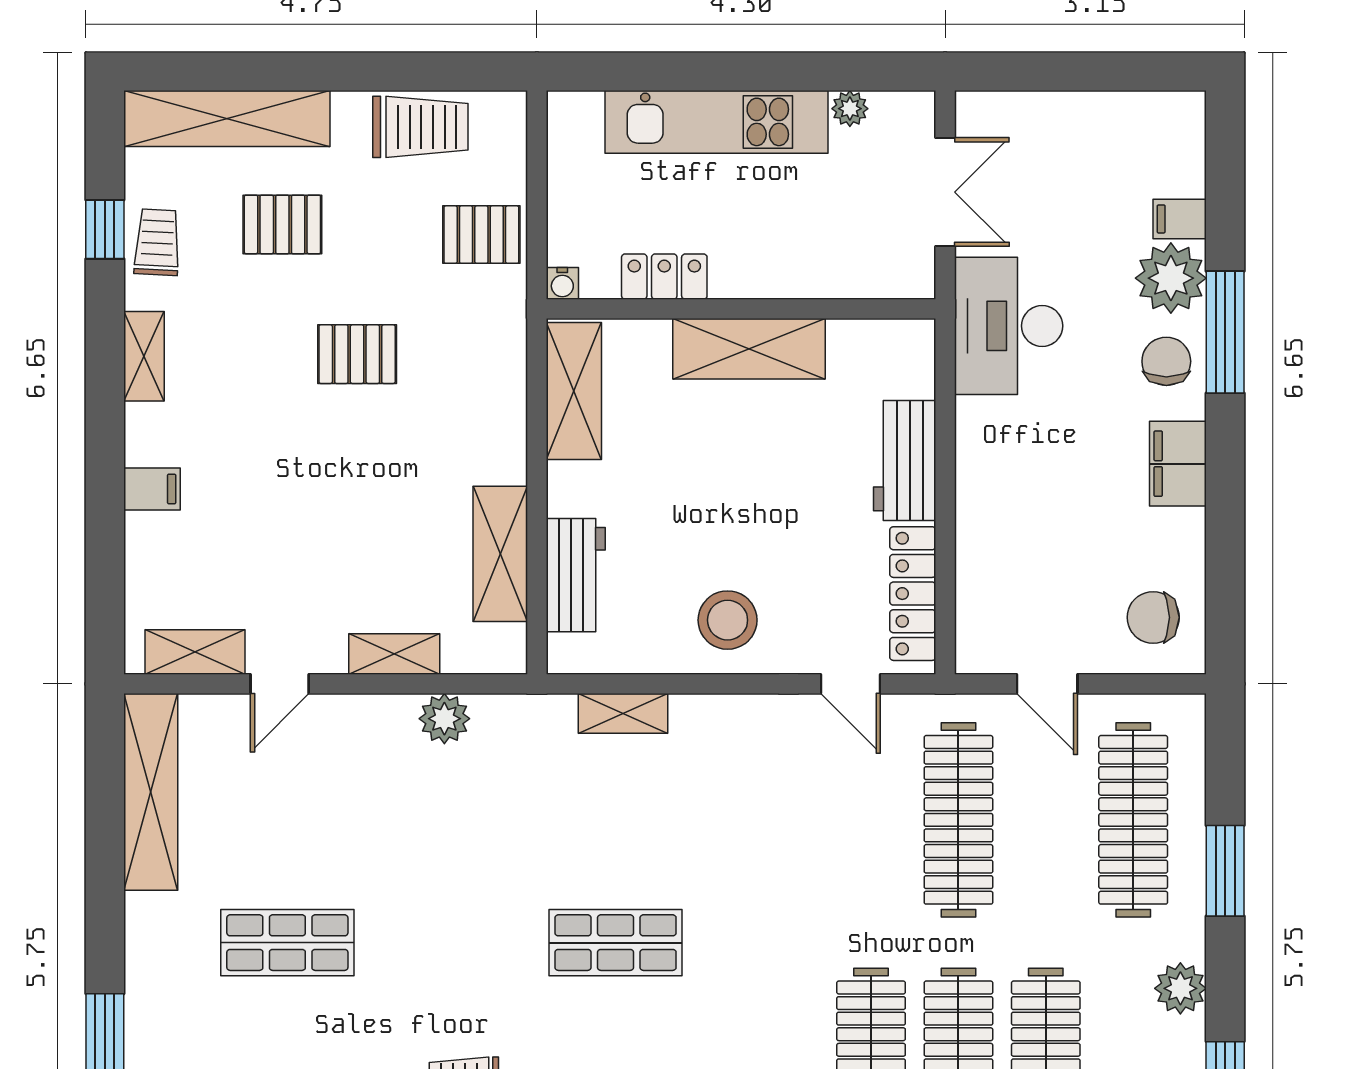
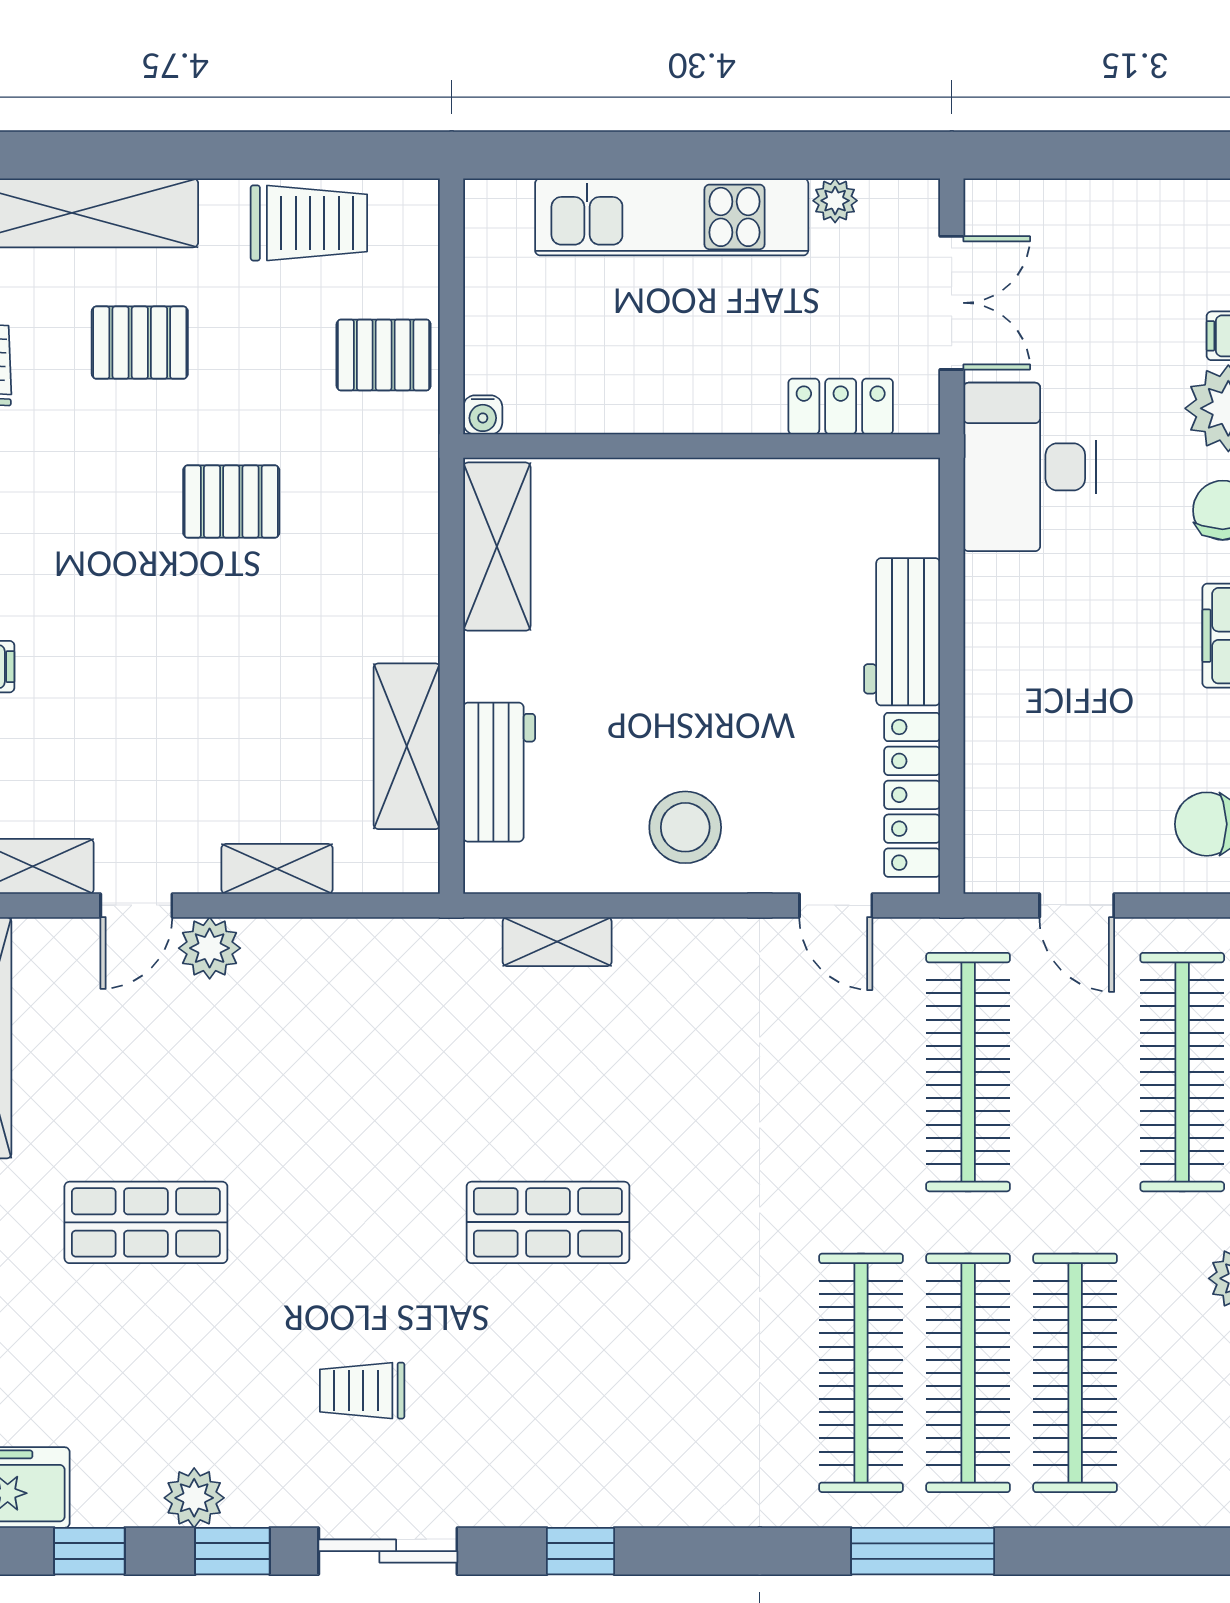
locker: (664, 277) -> (841, 406), moved
shelving: (749, 349) -> (711, 495), removed
plant: (444, 719) -> (210, 948), moved

